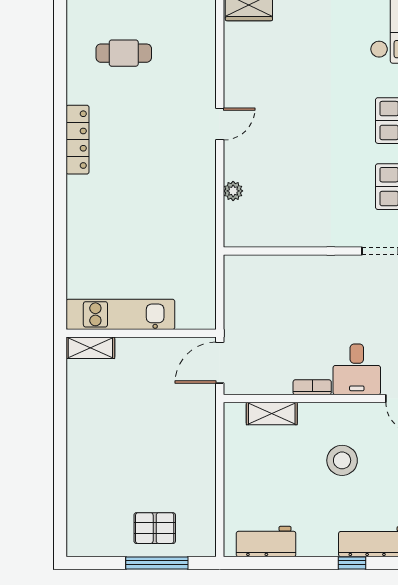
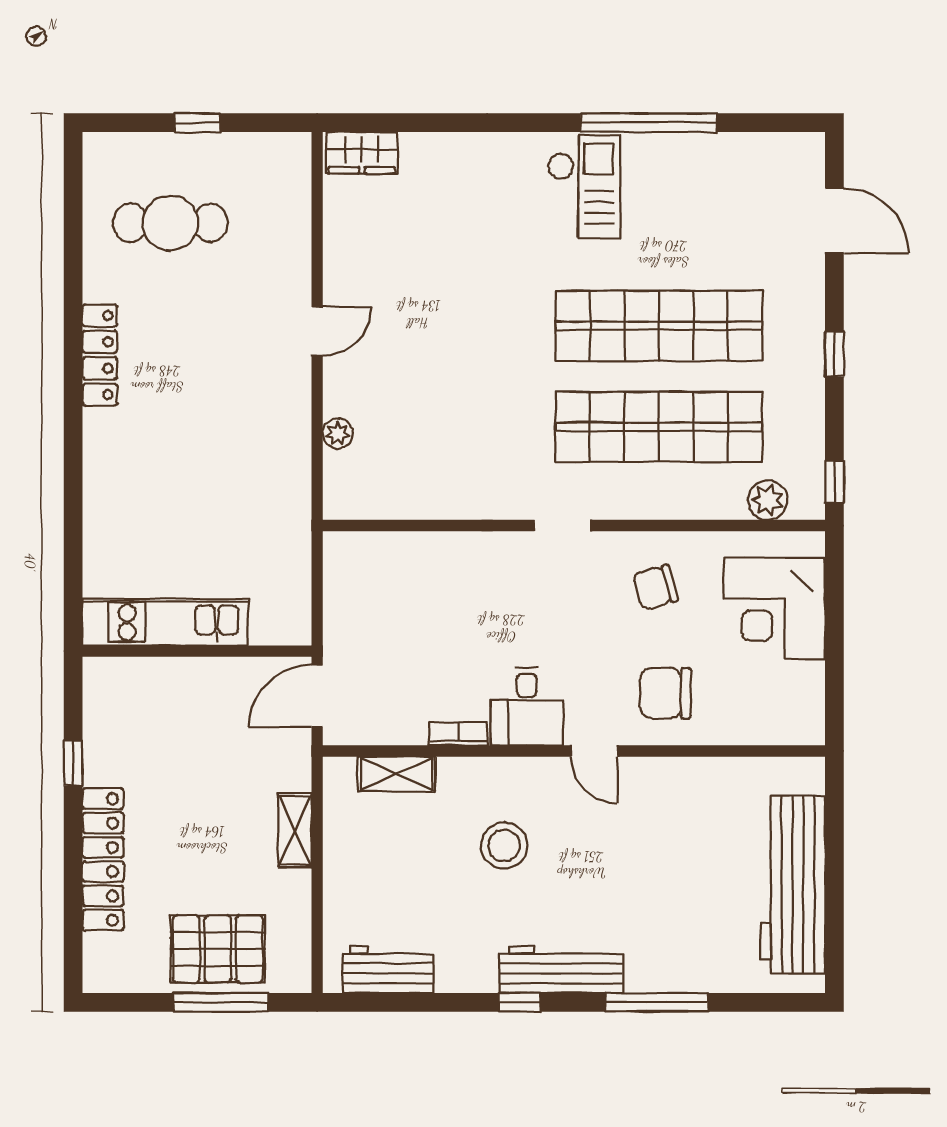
cafe table: (124, 53) -> (170, 223), width x1.37, depth x1.35
shelving: (90, 348) -> (295, 830), moved, turned 90
window: (60, 407) -> (73, 763), added
locker: (80, 470) -> (103, 859), added
pallet: (155, 528) -> (218, 949), width x1.50, depth x1.42

